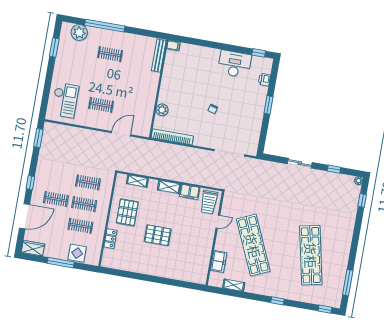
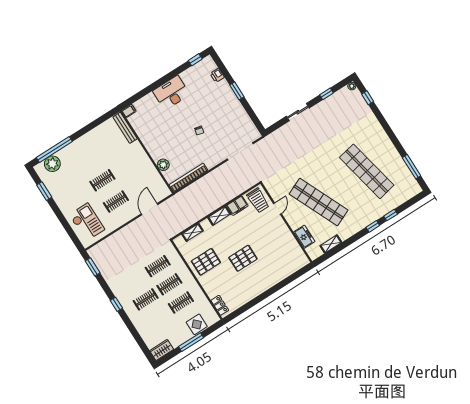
window: (105, 26) -> (54, 150), moved
clothes rail: (110, 54) -> (102, 180), moved
desk: (234, 64) -> (171, 93), moved
pallet: (127, 212) -> (206, 262), turned 90
door: (25, 216) -> (134, 332), removed
locker: (110, 239) -> (220, 305), moved
window: (325, 309) -> (391, 215), moved

